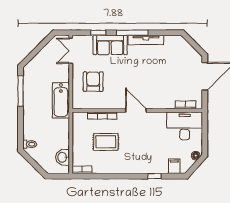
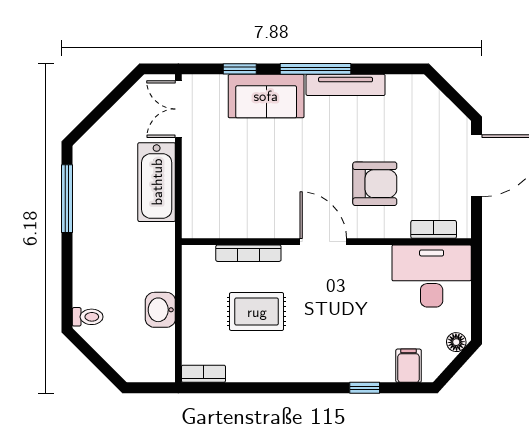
armchair: (93, 82) -> (375, 184), moved, turned 90
bathtub: (61, 100) -> (157, 182), moved
washbasin: (63, 157) -> (160, 310), moved

